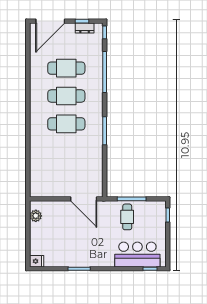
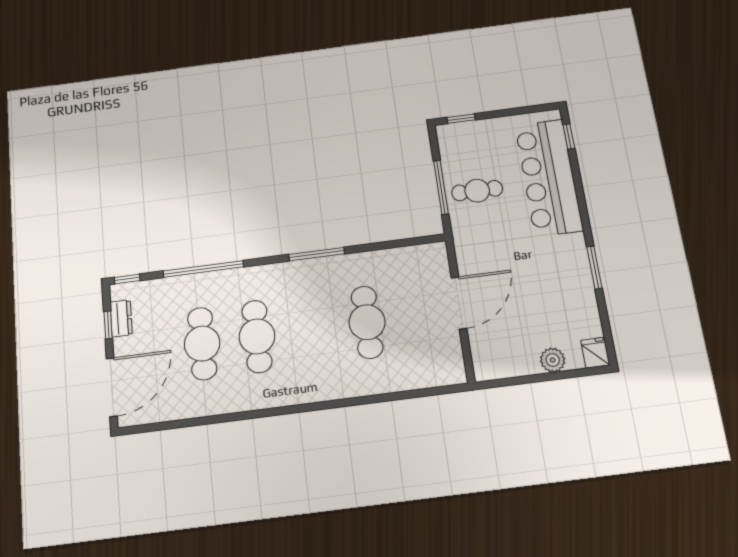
door: (50, 21) -> (112, 387), hinge flipped
cafe table: (66, 124) -> (367, 322), moved
door: (84, 199) -> (459, 303), moved
plant: (36, 216) -> (553, 360), moved
bar counter: (137, 255) -> (549, 177), width x1.36

